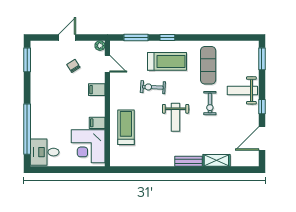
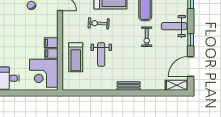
filing cabinet: (97, 90) -> (51, 43), moved
weight bench: (176, 117) -> (101, 55), moved
treadmill: (126, 127) -> (76, 57), turned 180
shelving: (216, 160) -> (177, 85), moved

